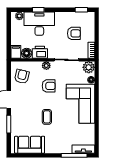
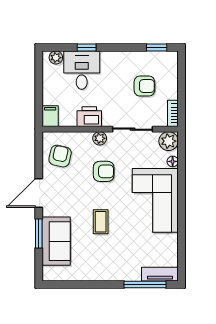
desk: (39, 24) -> (82, 70), width x0.73
floor lamp: (27, 53) -> (68, 118), removed
sofa: (30, 145) -> (56, 241), moved, turned 90

